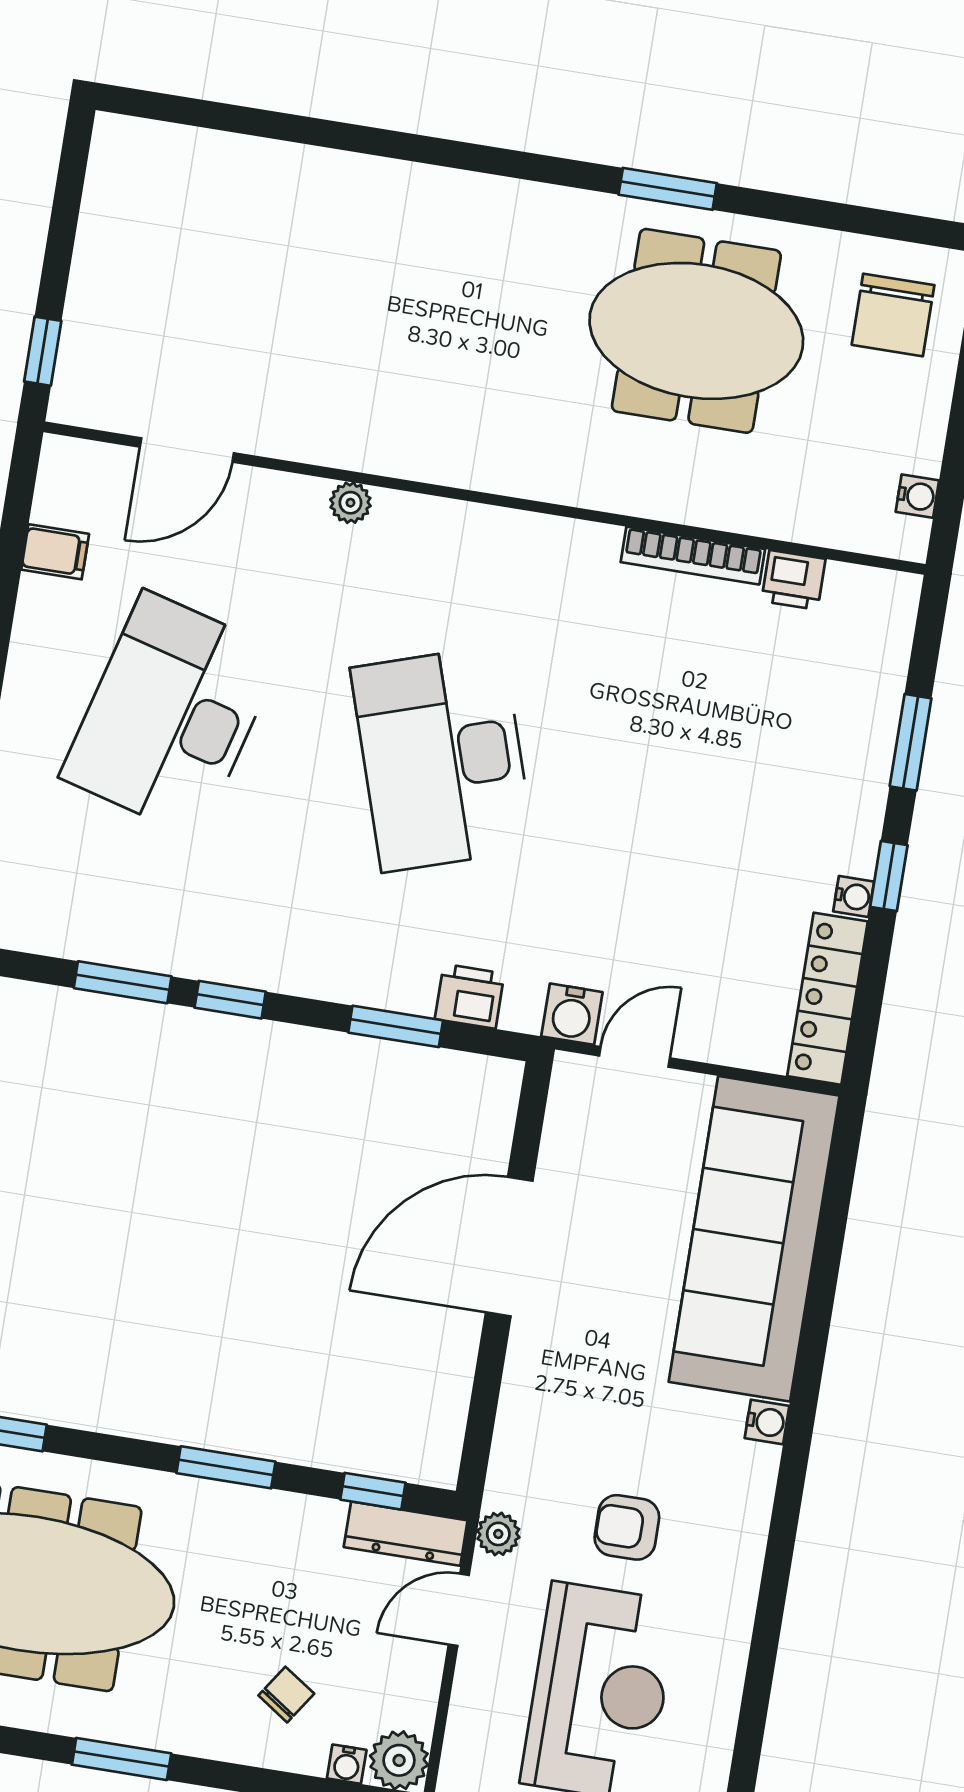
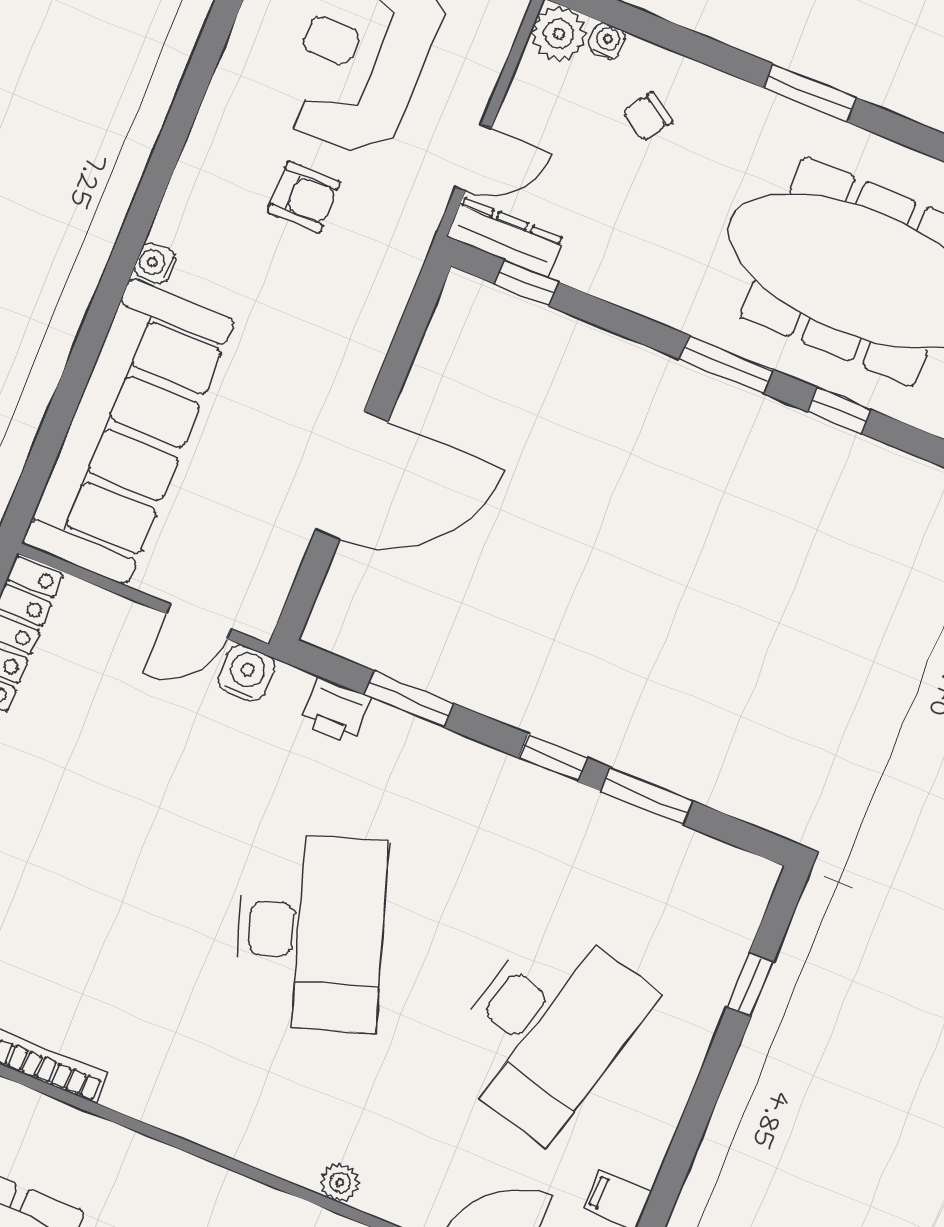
window: (226, 1467) -> (726, 364), moved
plant: (498, 1534) -> (422, 218), removed

